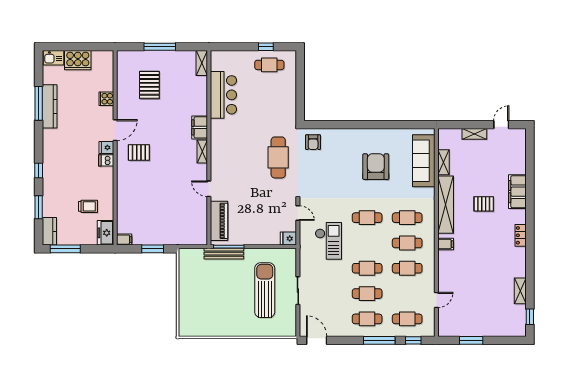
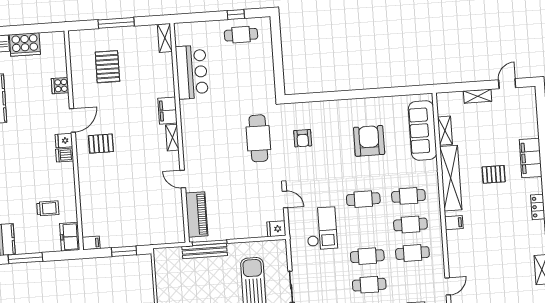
armchair: (313, 142) -> (303, 138), moved

